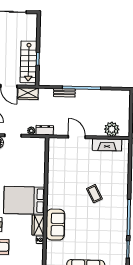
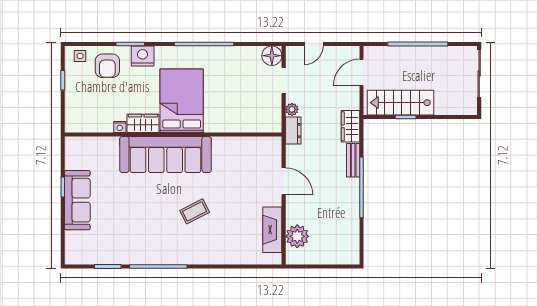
wardrobe: (28, 94) -> (350, 126), moved
door: (77, 137) -> (284, 181), hinge flipped
sofa: (55, 225) -> (165, 155), width x1.85, depth x1.27

